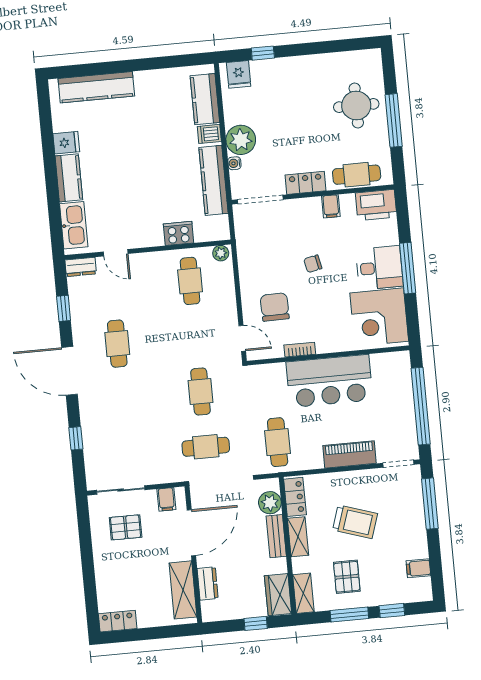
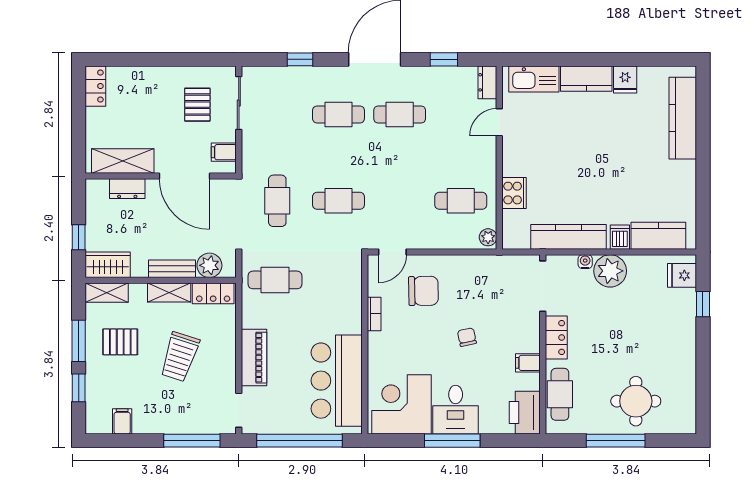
bar counter: (329, 381) -> (337, 381), moved
cafe table: (122, 399) -> (338, 114), added

